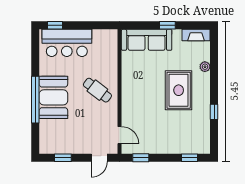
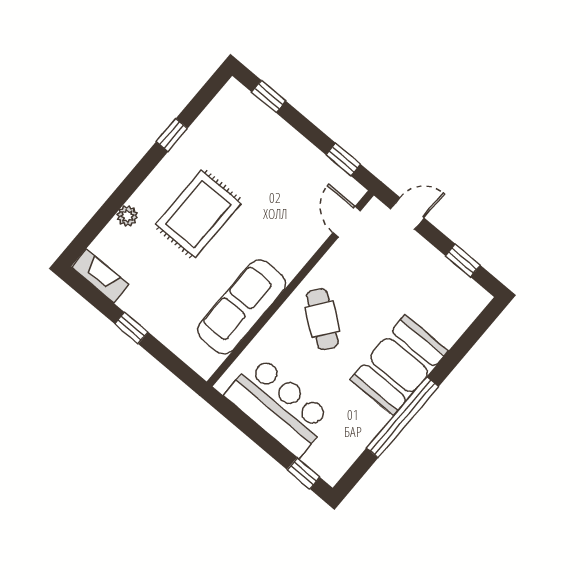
sofa: (147, 40) -> (242, 307), moved, turned -90
bar counter: (67, 43) -> (279, 406), moved
window: (35, 100) -> (402, 417), moved

